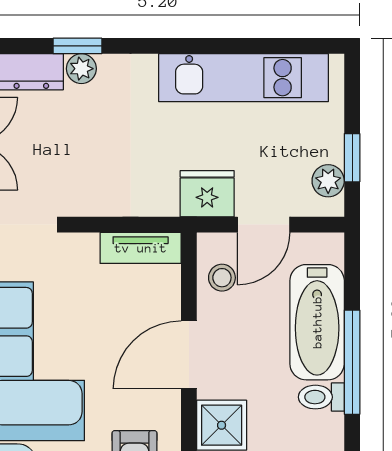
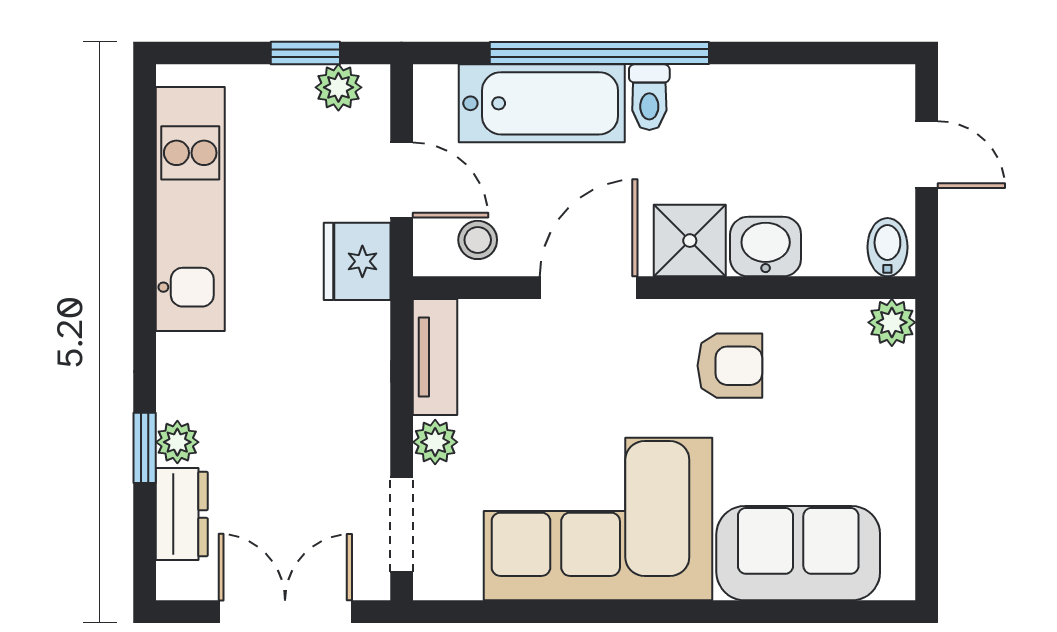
plant: (81, 248) -> (435, 442), added
door: (189, 355) -> (589, 288), swing flipped
window: (352, 362) -> (599, 53), width x1.46

